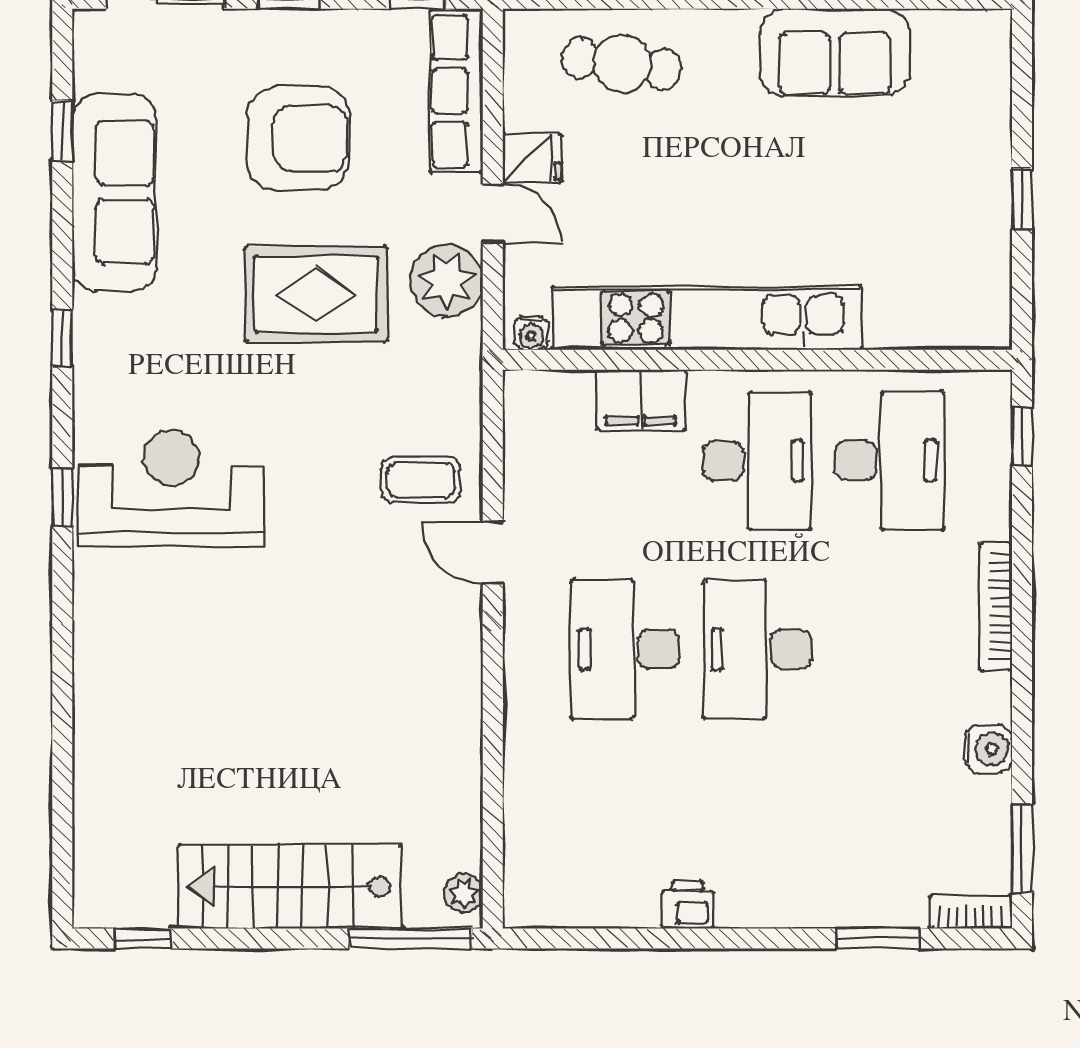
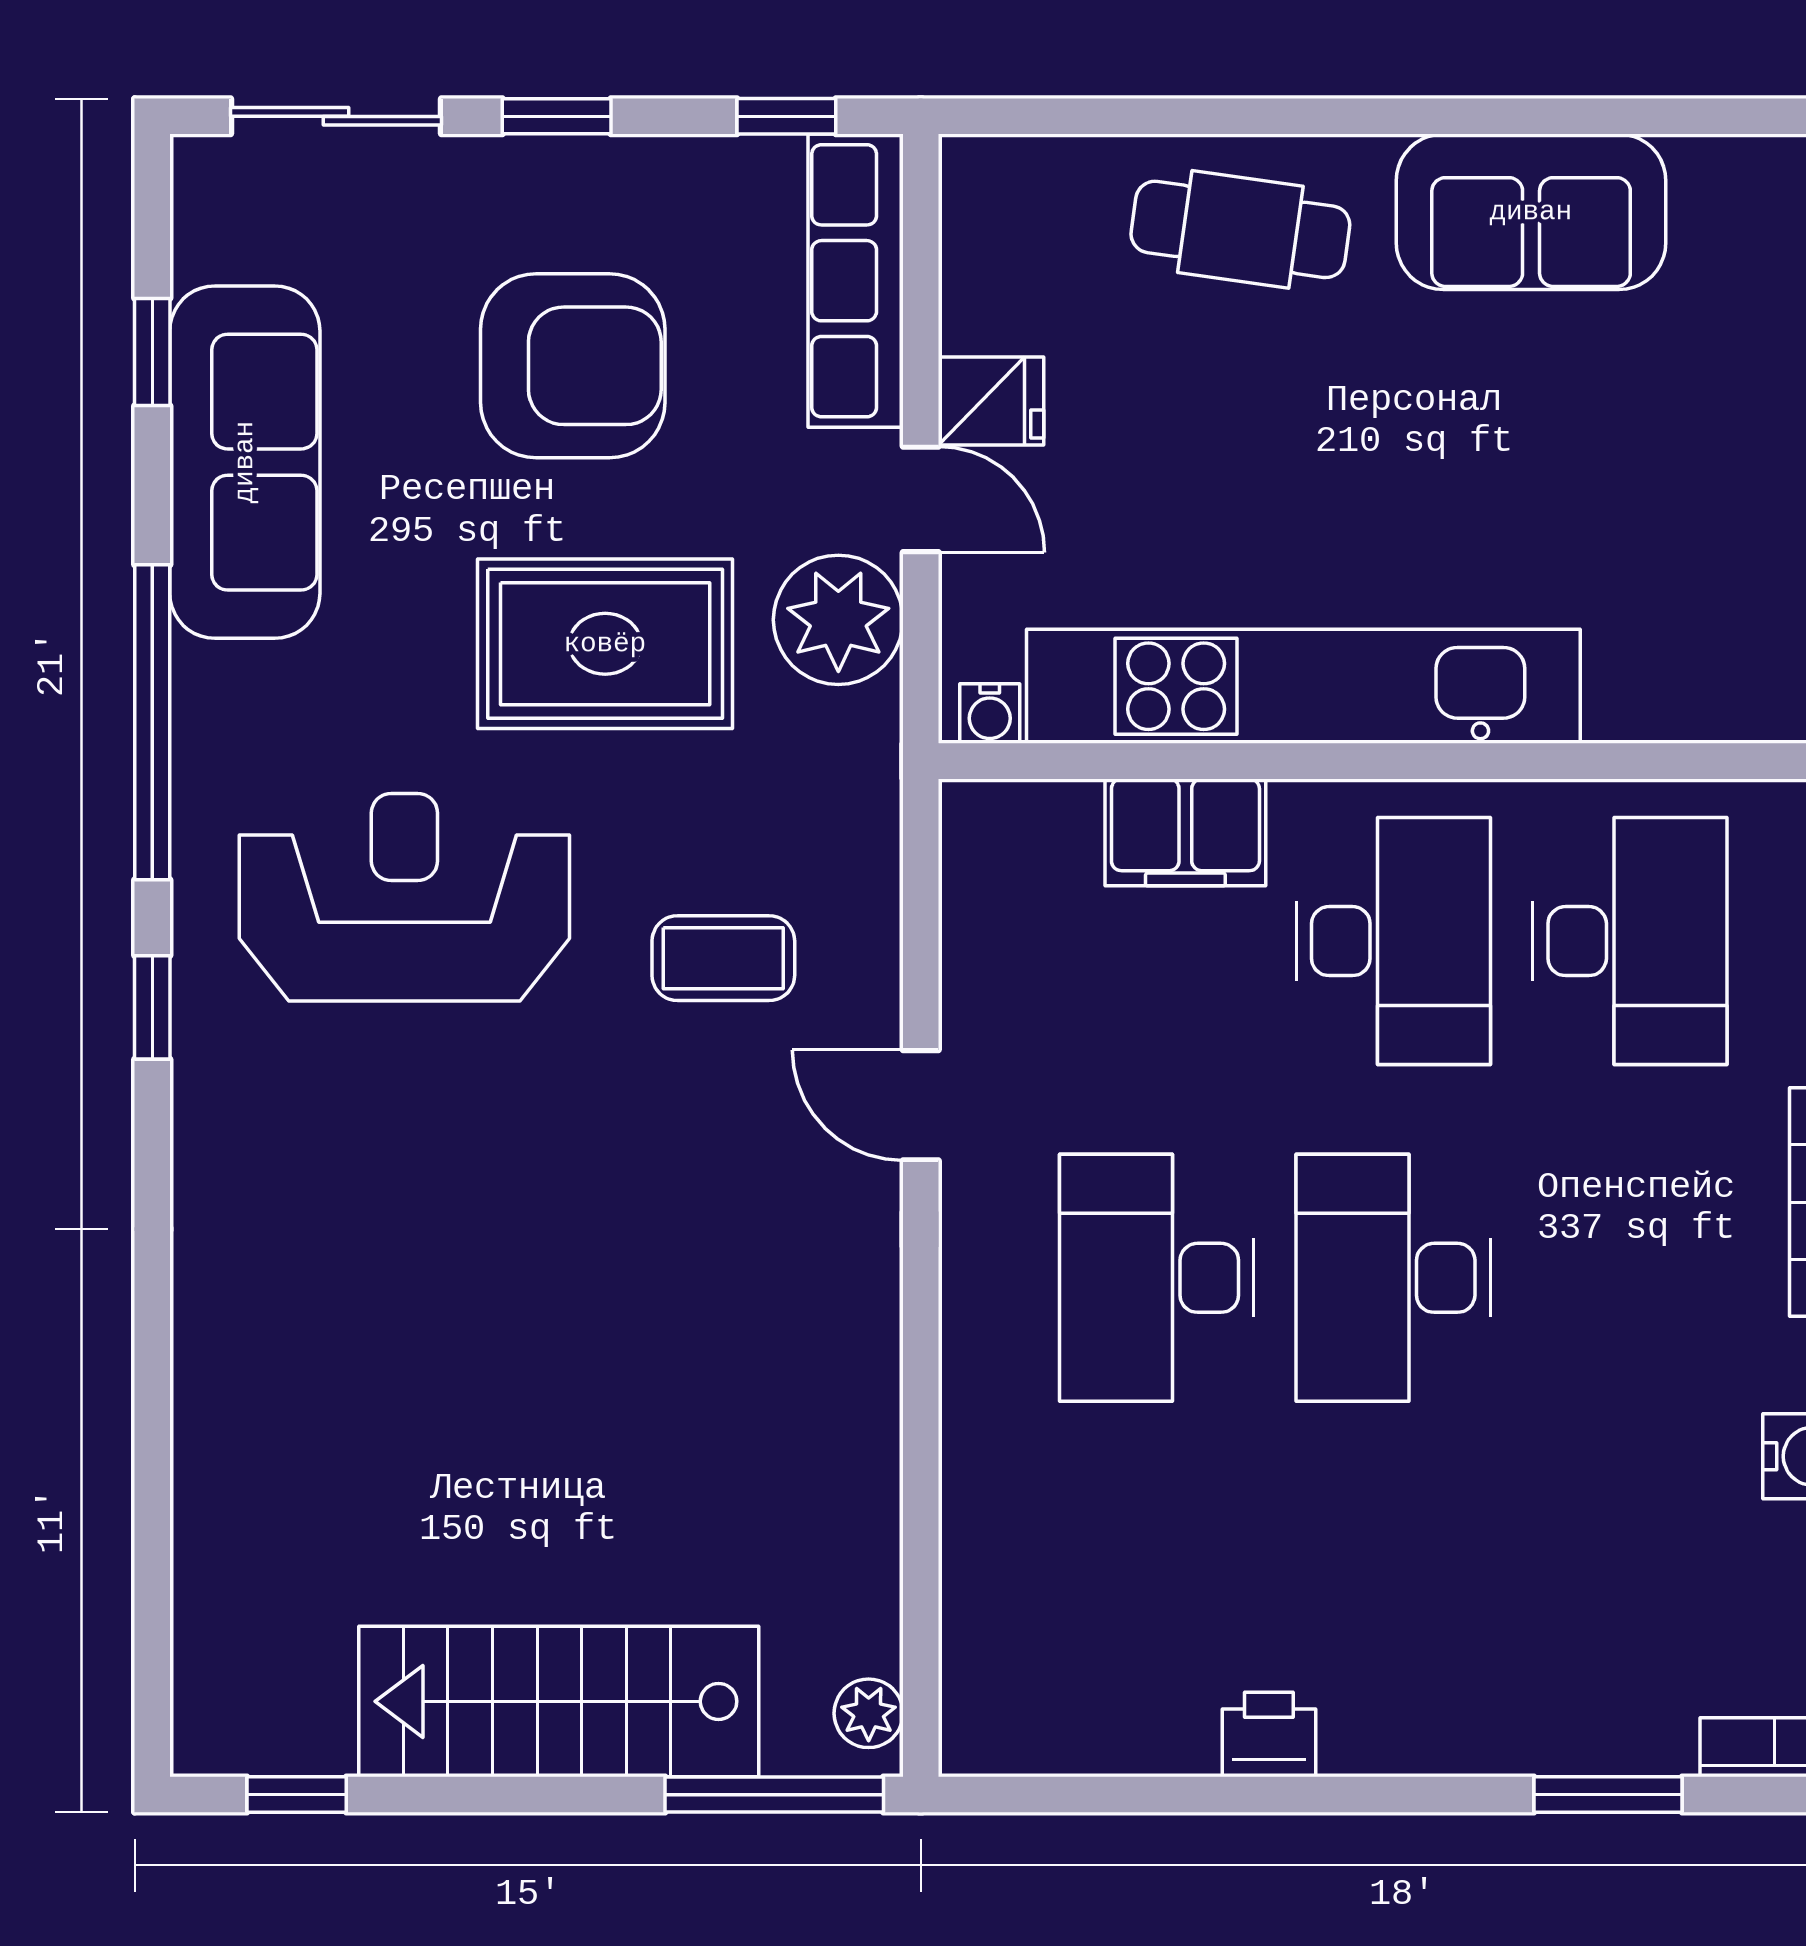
cafe table: (622, 64) -> (1240, 229), moved
window: (62, 338) -> (152, 722), width x3.17
coffee table: (421, 480) -> (723, 958), moved
reception desk: (171, 488) -> (404, 897), moved

